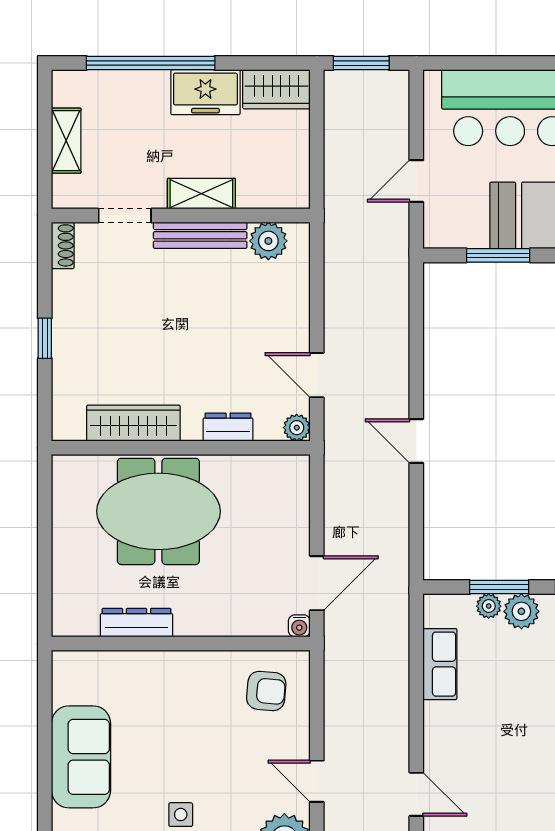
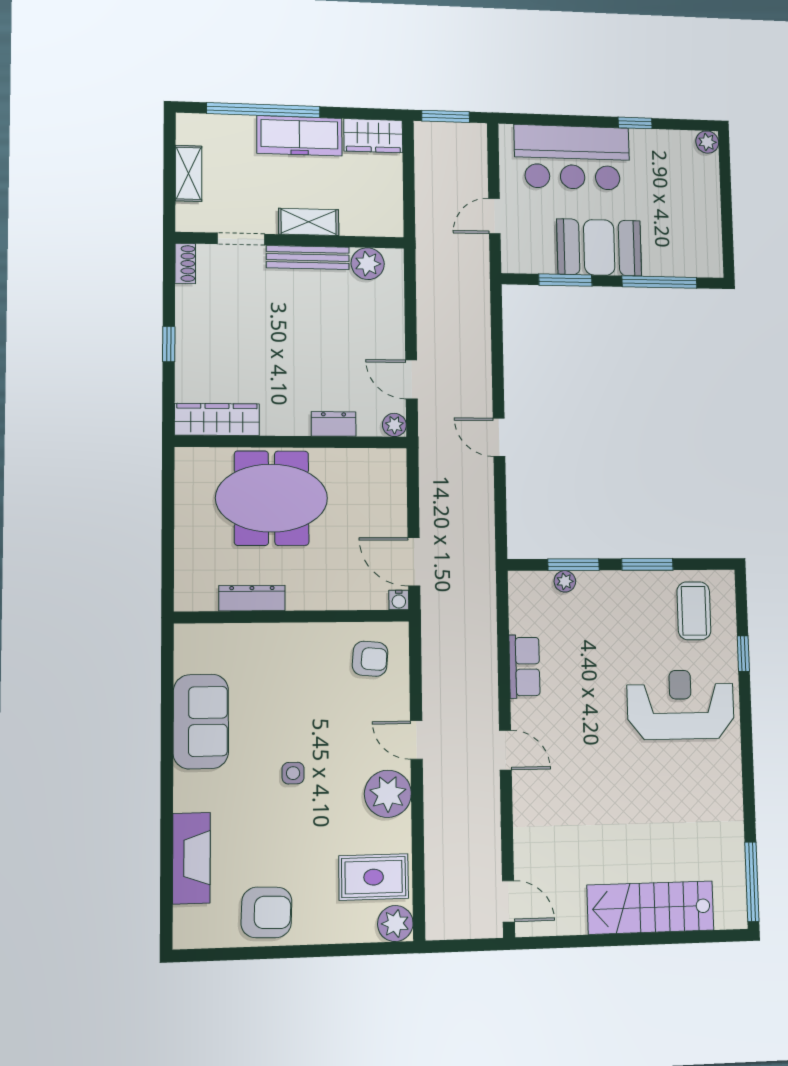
freezer: (205, 92) -> (299, 136), width x1.40
wardrobe: (133, 423) -> (217, 419), moved
door: (317, 583) -> (414, 562), swing flipped
plant: (521, 611) -> (593, 586), removed
row of seats: (440, 664) -> (524, 667), moved

